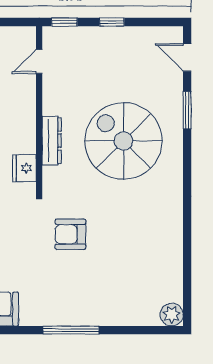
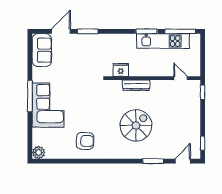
window: (112, 22) -> (203, 143), moved
spiral stairs: (123, 141) -> (136, 125), width x0.73, depth x0.73
armchair: (70, 234) -> (85, 141), moved, turned 93
corner sofa: (87, 298) -> (48, 105), added

